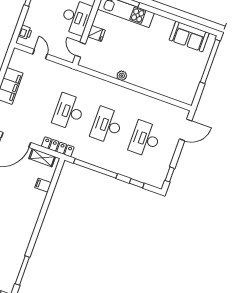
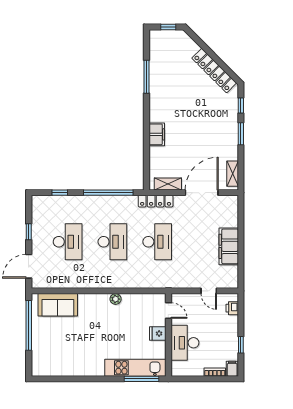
sofa: (189, 36) -> (58, 305), moved, turned 180
window: (210, 61) -> (29, 325), moved
window: (170, 174) -> (29, 232), moved
filing cabinet: (43, 185) -> (157, 134), moved, width x2.00
window: (22, 270) -> (146, 77), moved

